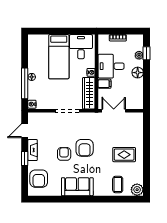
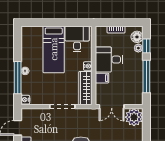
floor lamp: (138, 73) -> (137, 37), moved
window: (146, 82) -> (146, 76), added
double door: (114, 111) -> (112, 107), swing flipped
plant: (135, 121) -> (134, 117), added

